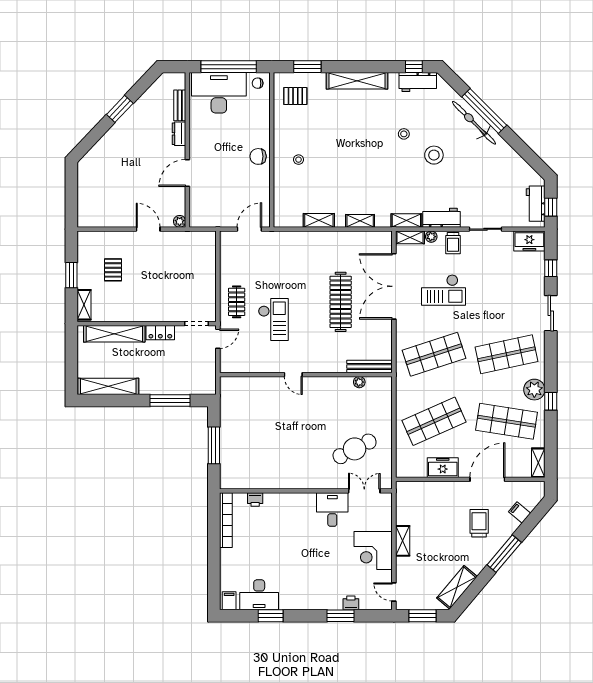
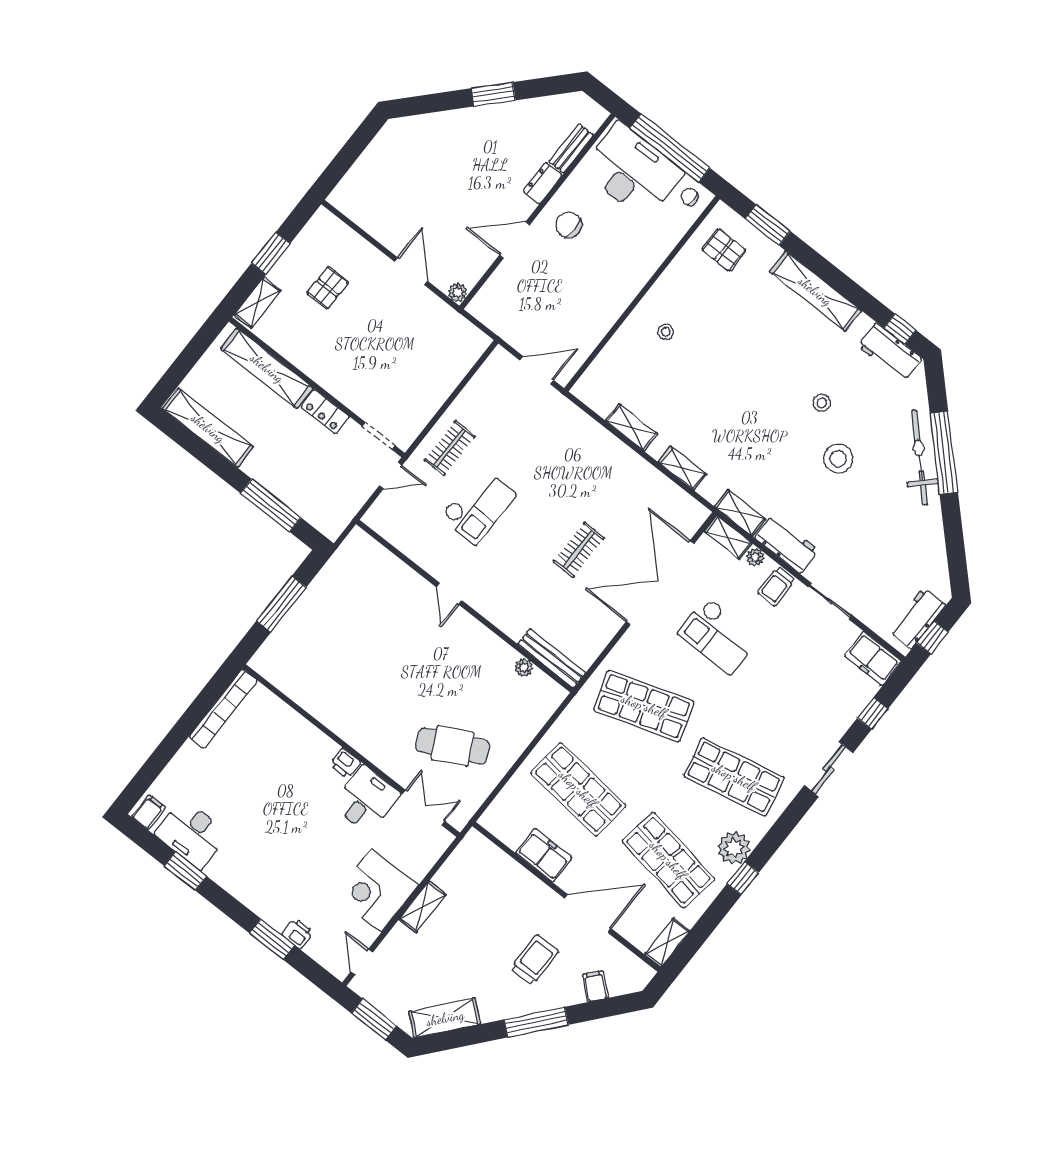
chair: (258, 156) -> (569, 225), moved
clothes rail: (341, 302) -> (579, 550), width x0.54, depth x0.76
shop shelf: (434, 421) -> (578, 789), turned 30
printer: (255, 500) -> (345, 763), moved

